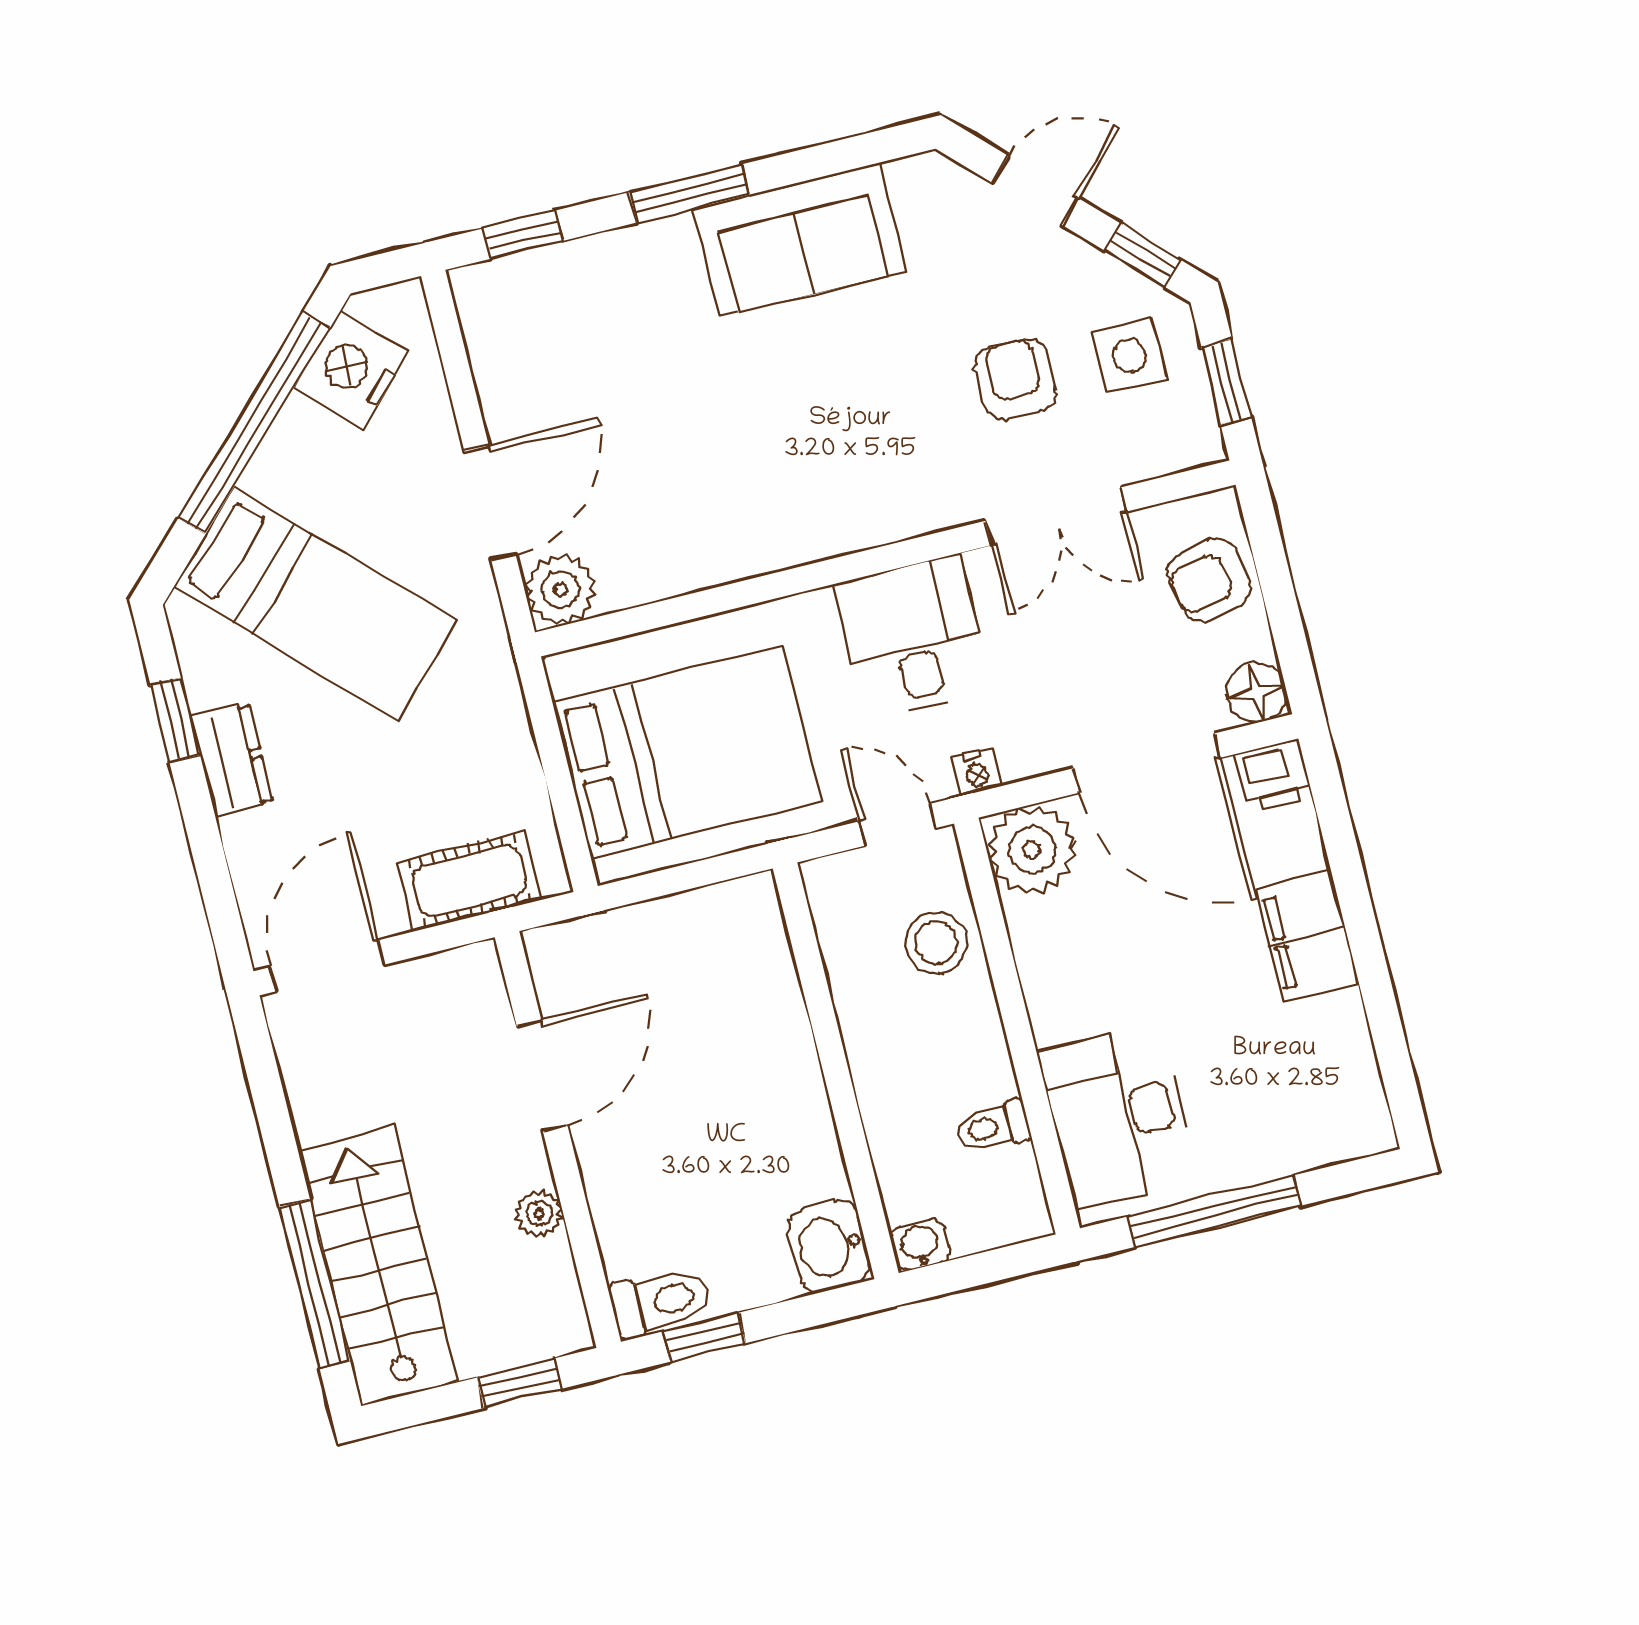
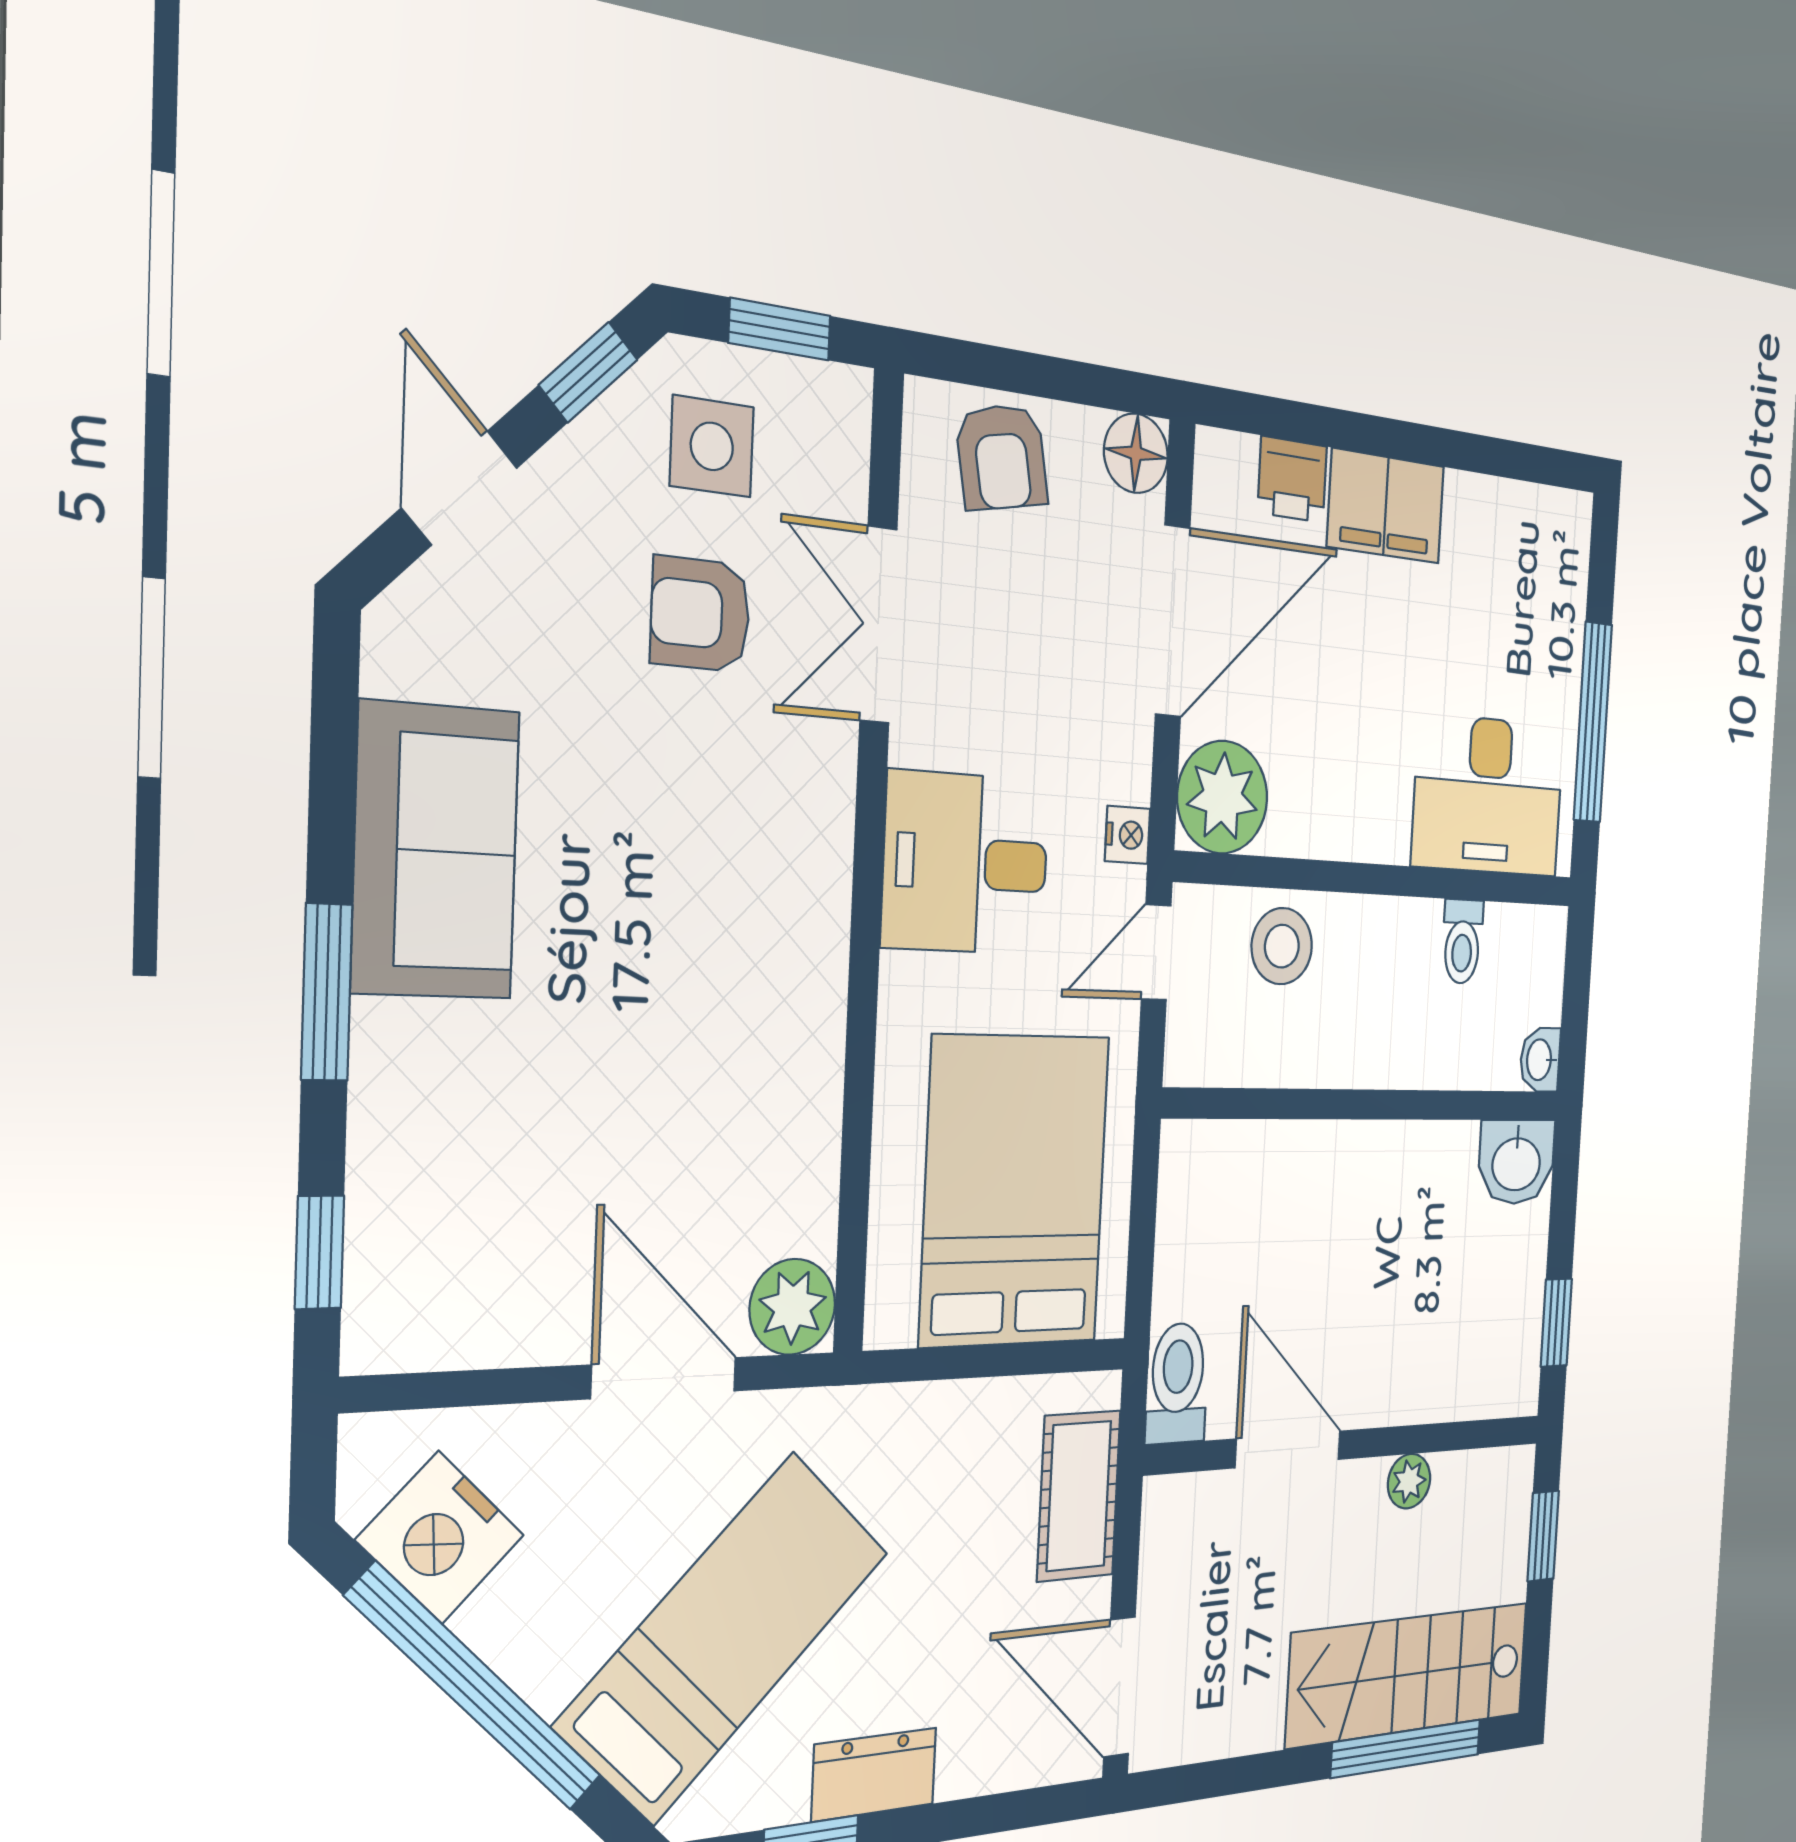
double door: (1056, 516) -> (878, 625), swing flipped
printer: (1273, 776) -> (1292, 479), moved, turned 90
toilet: (661, 1302) -> (1177, 1383), moved

